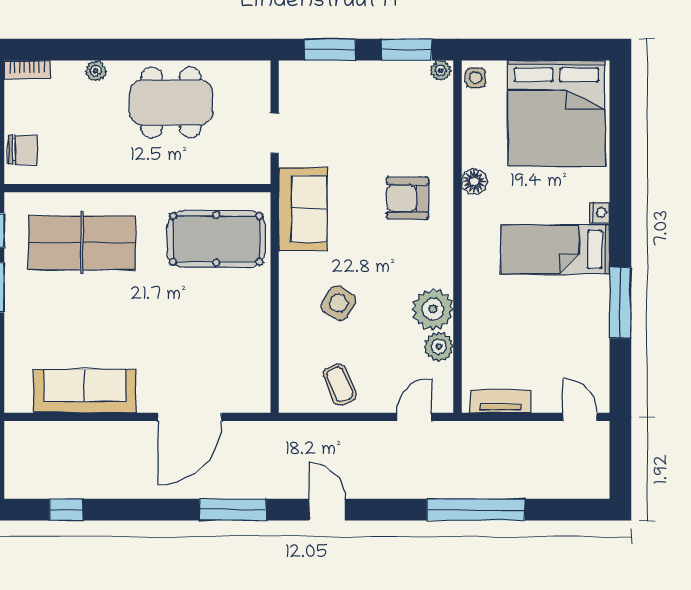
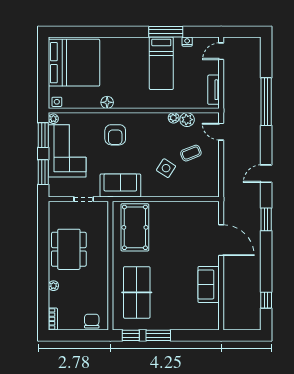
corner sofa: (374, 99) -> (67, 151), added
nightstand: (600, 213) -> (187, 42), moved
bed: (555, 250) -> (161, 63), moved
plant: (433, 309) -> (174, 118), width x0.53, depth x0.53
coffee table: (340, 385) -> (191, 153), moved
sofa: (85, 391) -> (209, 284), width x0.73
window: (233, 510) -> (266, 219), width x0.69

